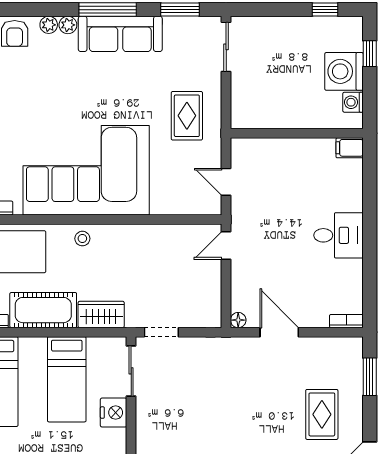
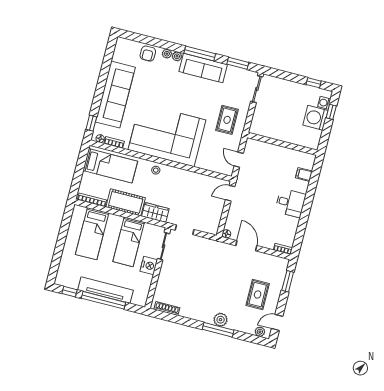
washing machine: (353, 102) -> (324, 103), moved
filing cabinet: (350, 148) -> (304, 174), moved

